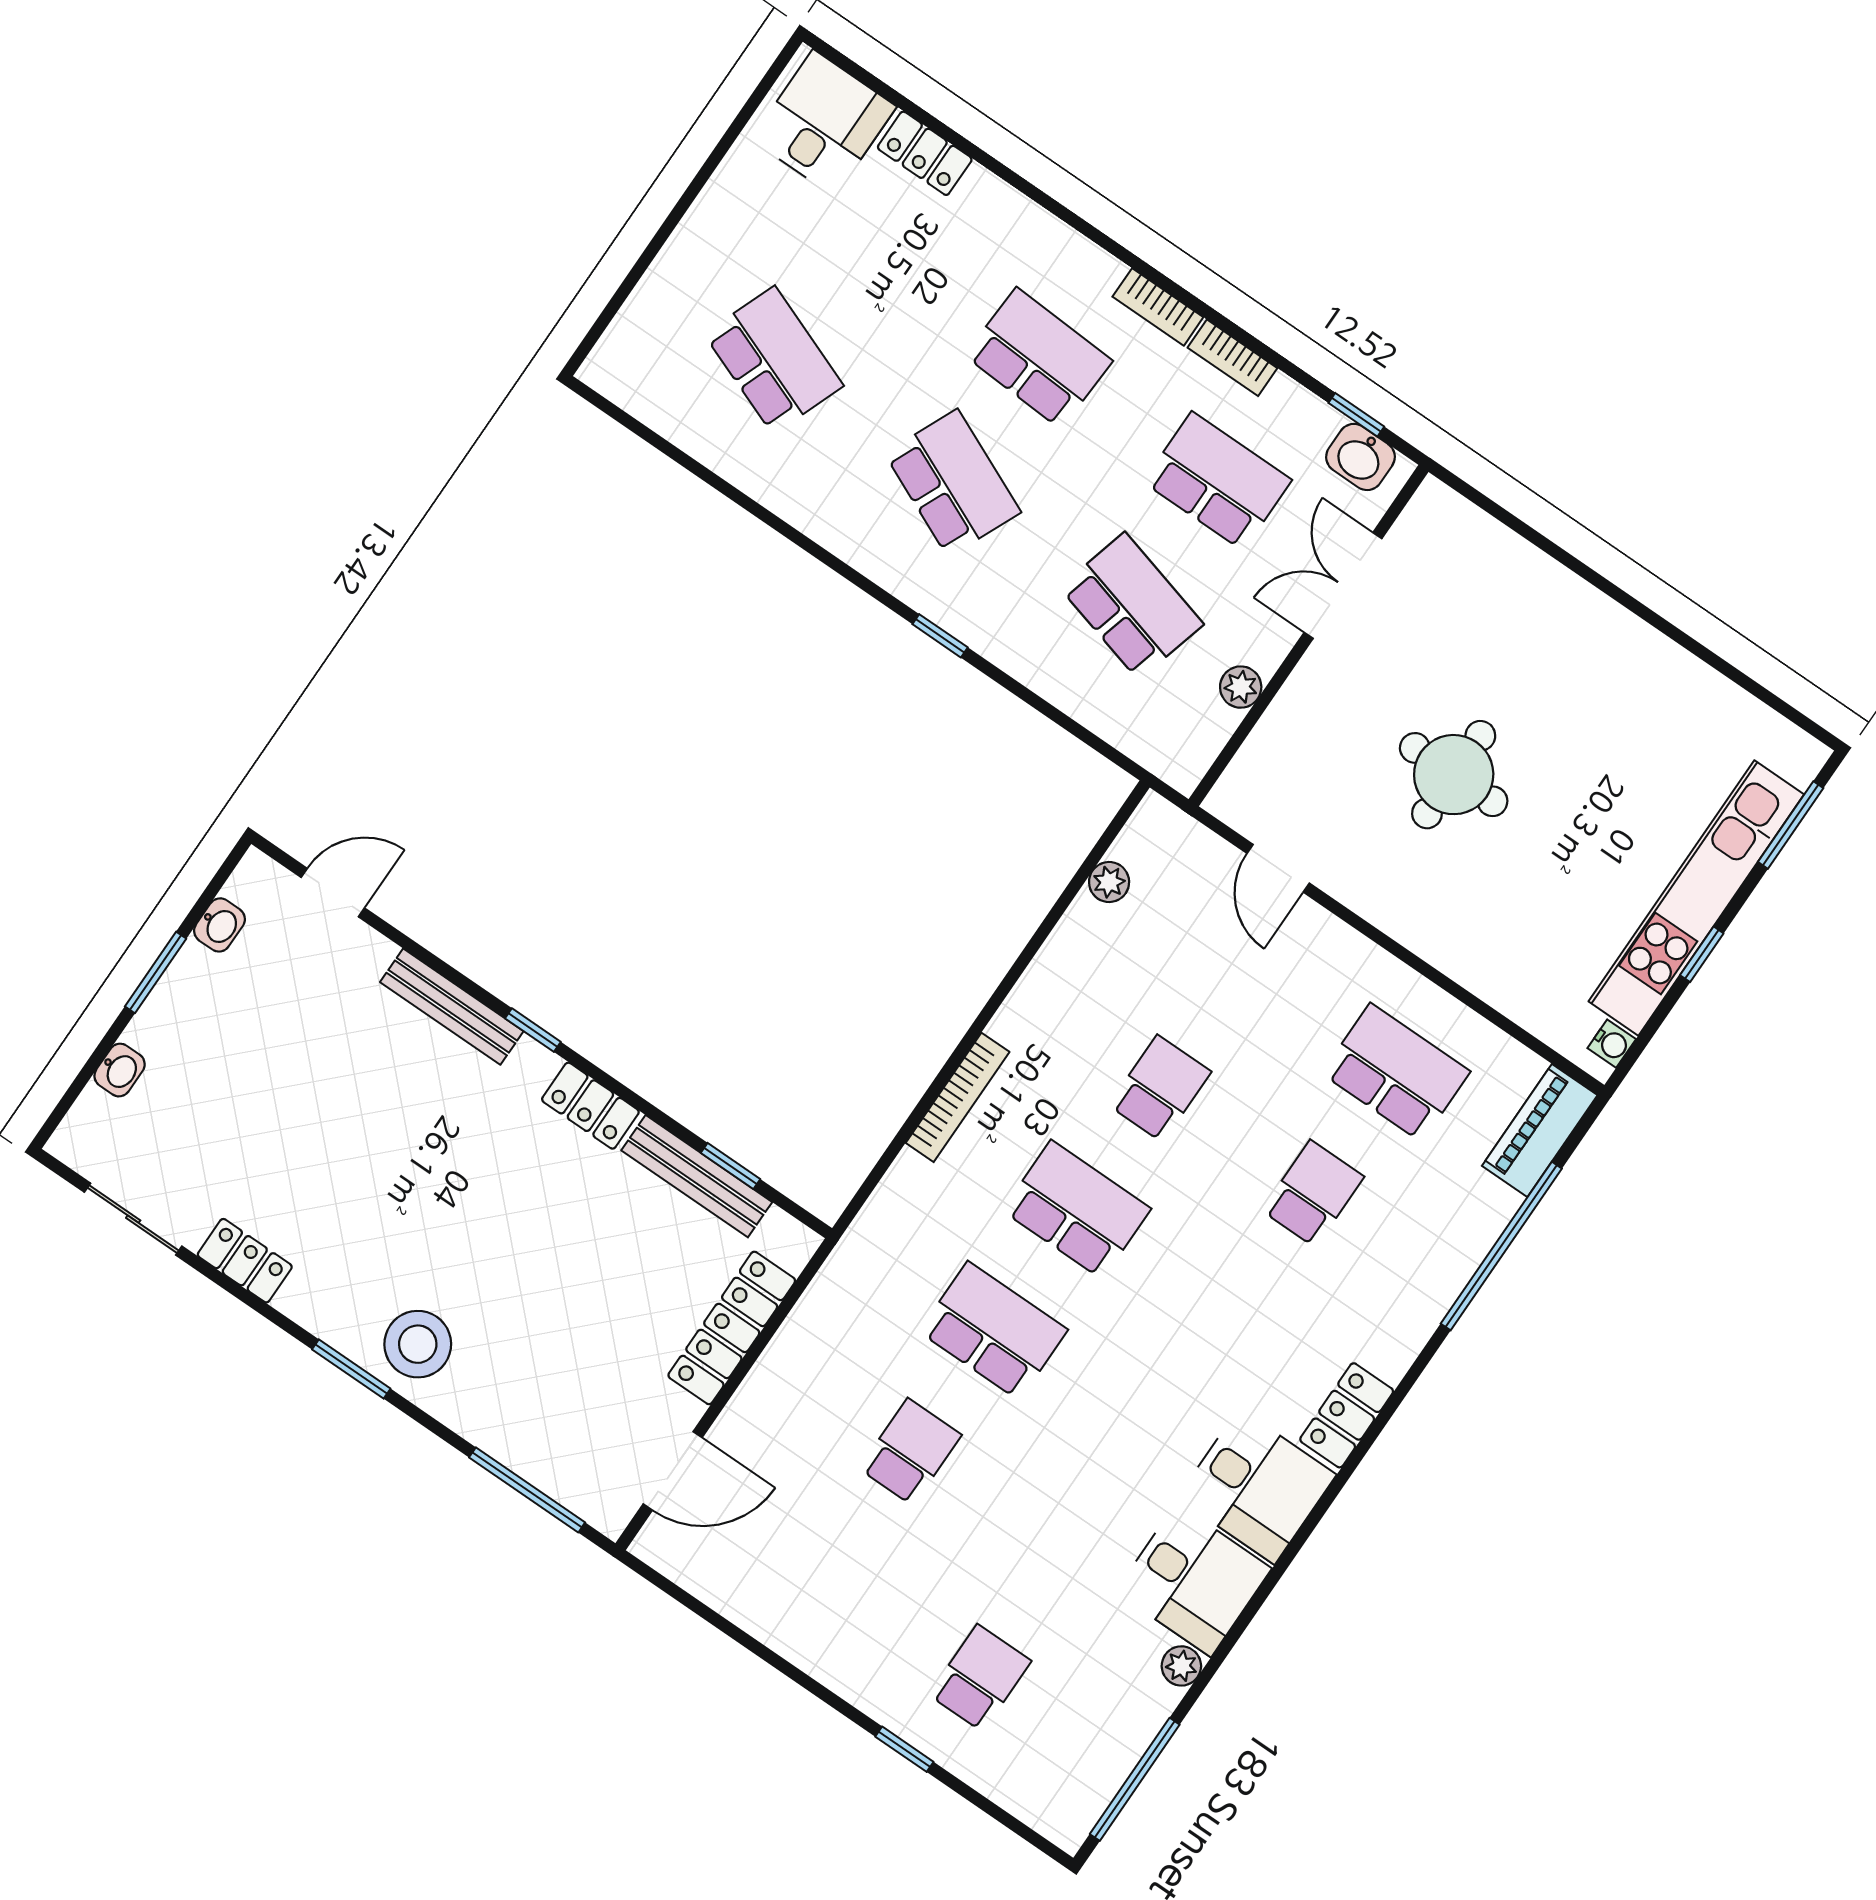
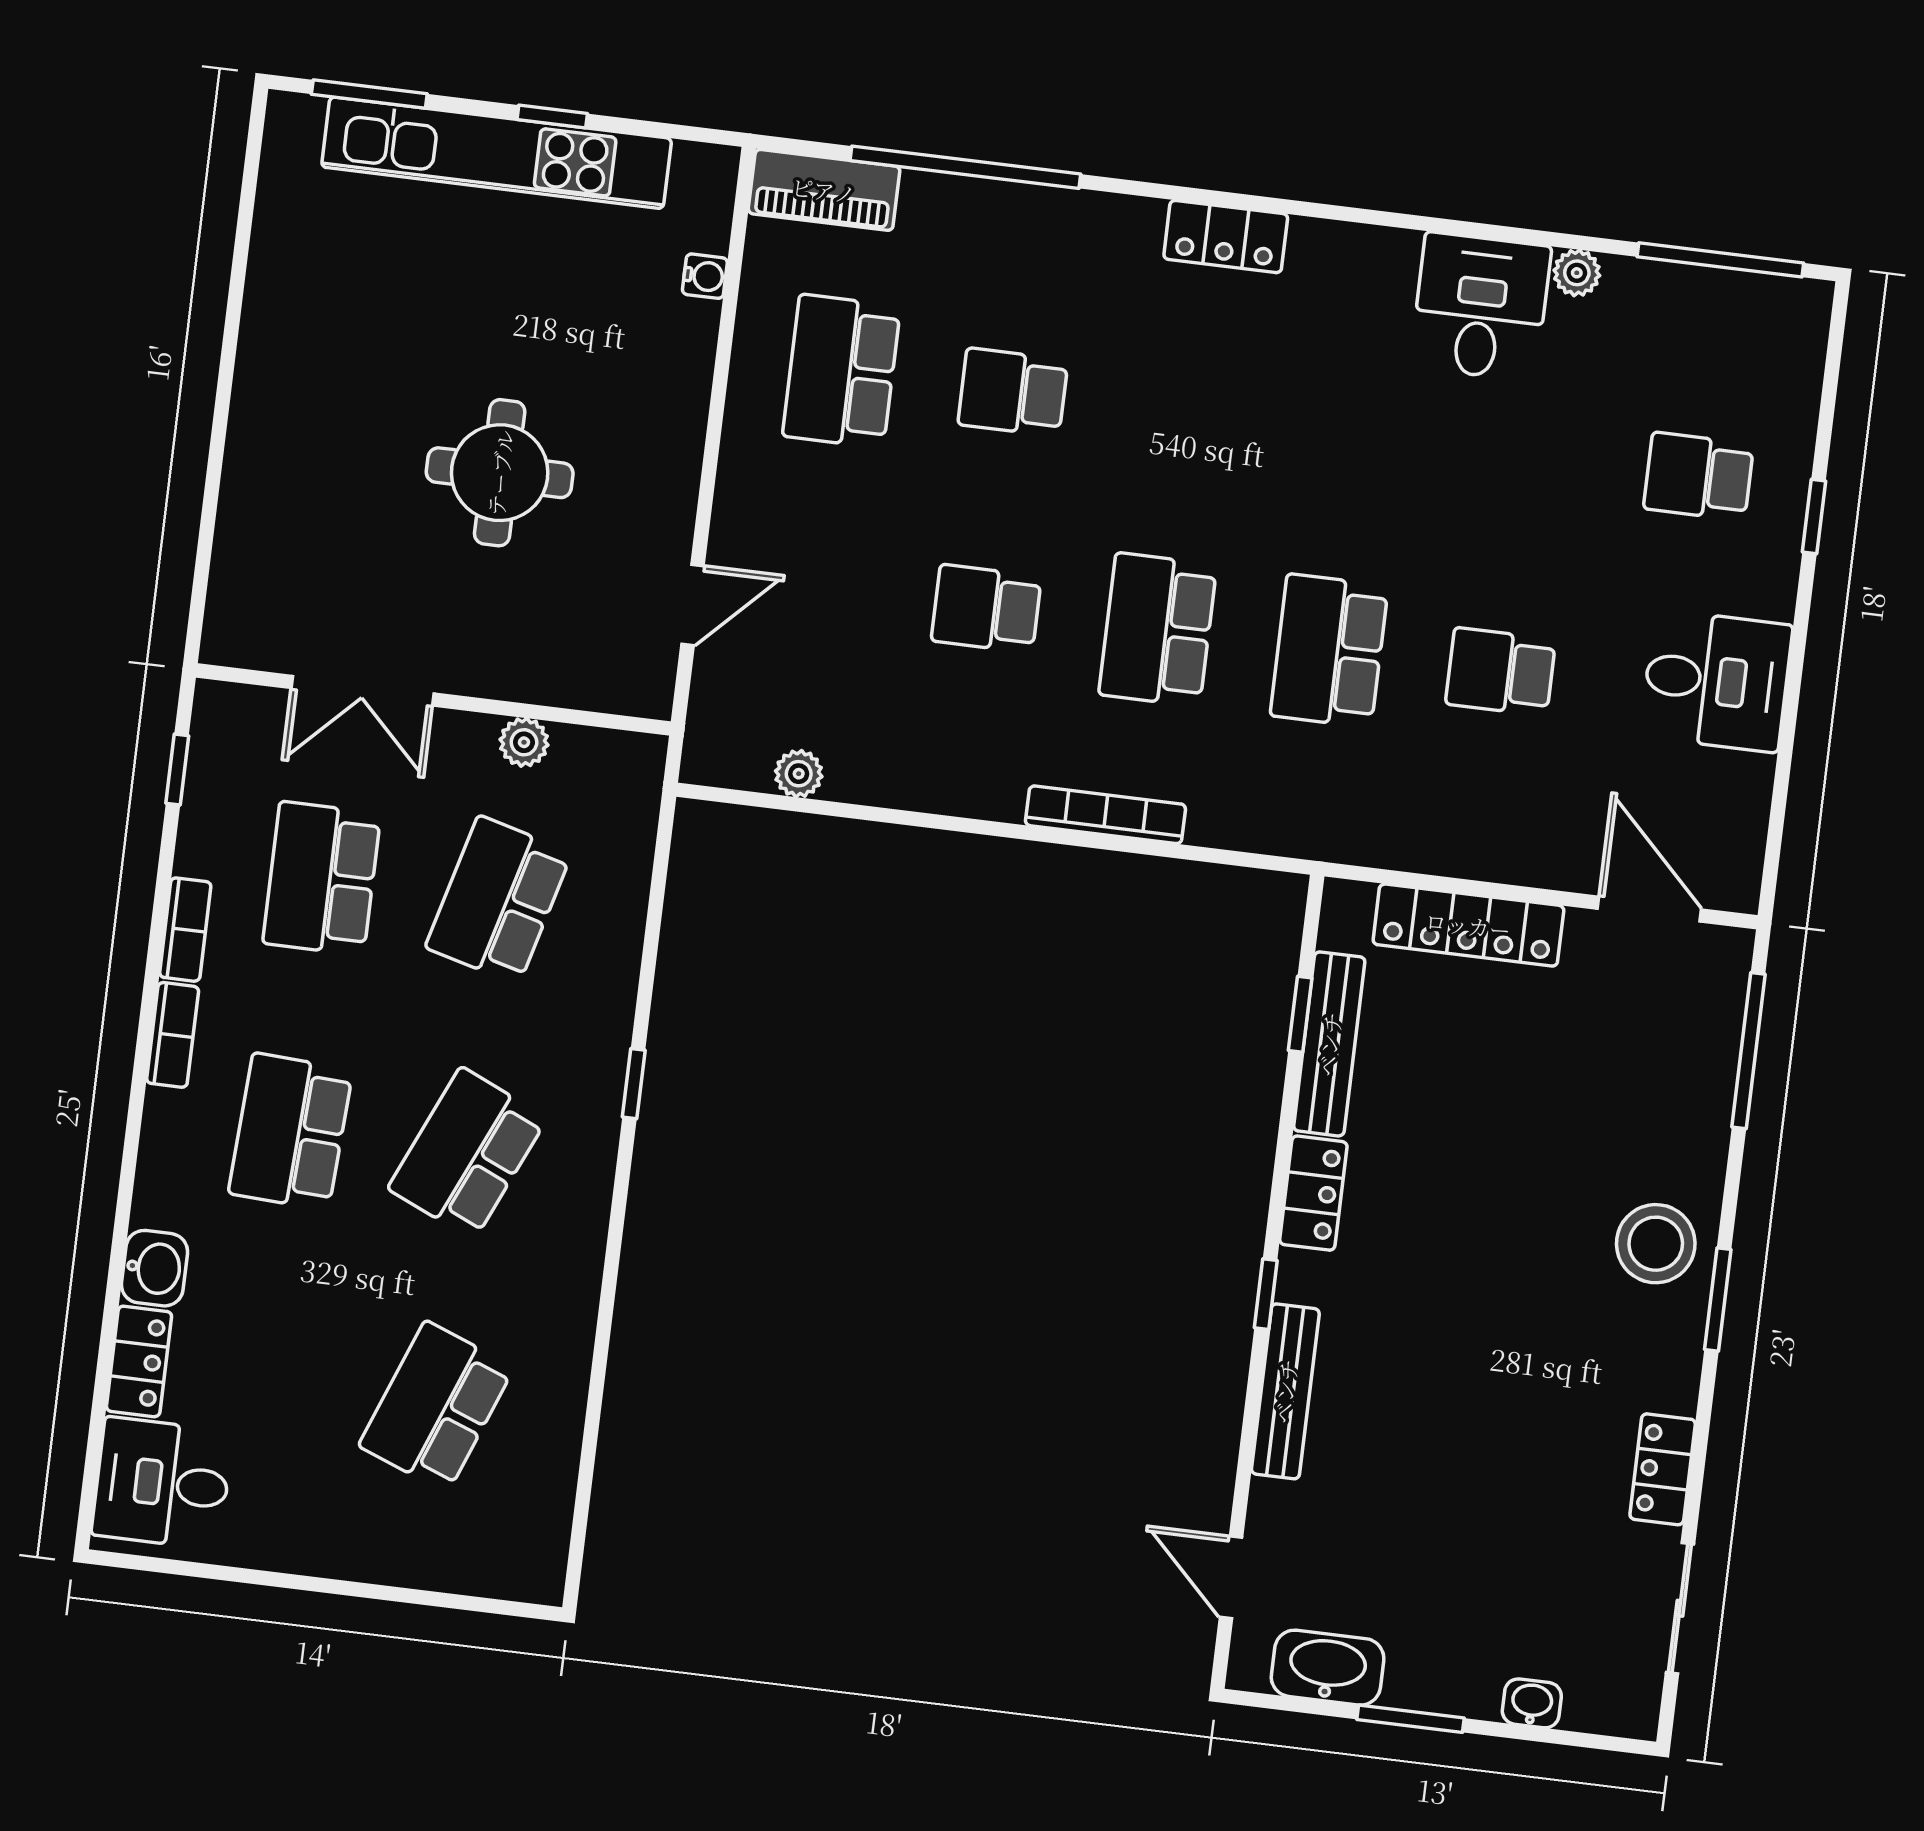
washbasin: (1360, 457) -> (154, 1268), moved
washbasin: (220, 925) -> (1328, 1668), width x1.91, depth x1.45
water cooler: (1612, 1044) -> (705, 276), moved, turned 90
desk: (1257, 1486) -> (1716, 681), moved, turned 90

